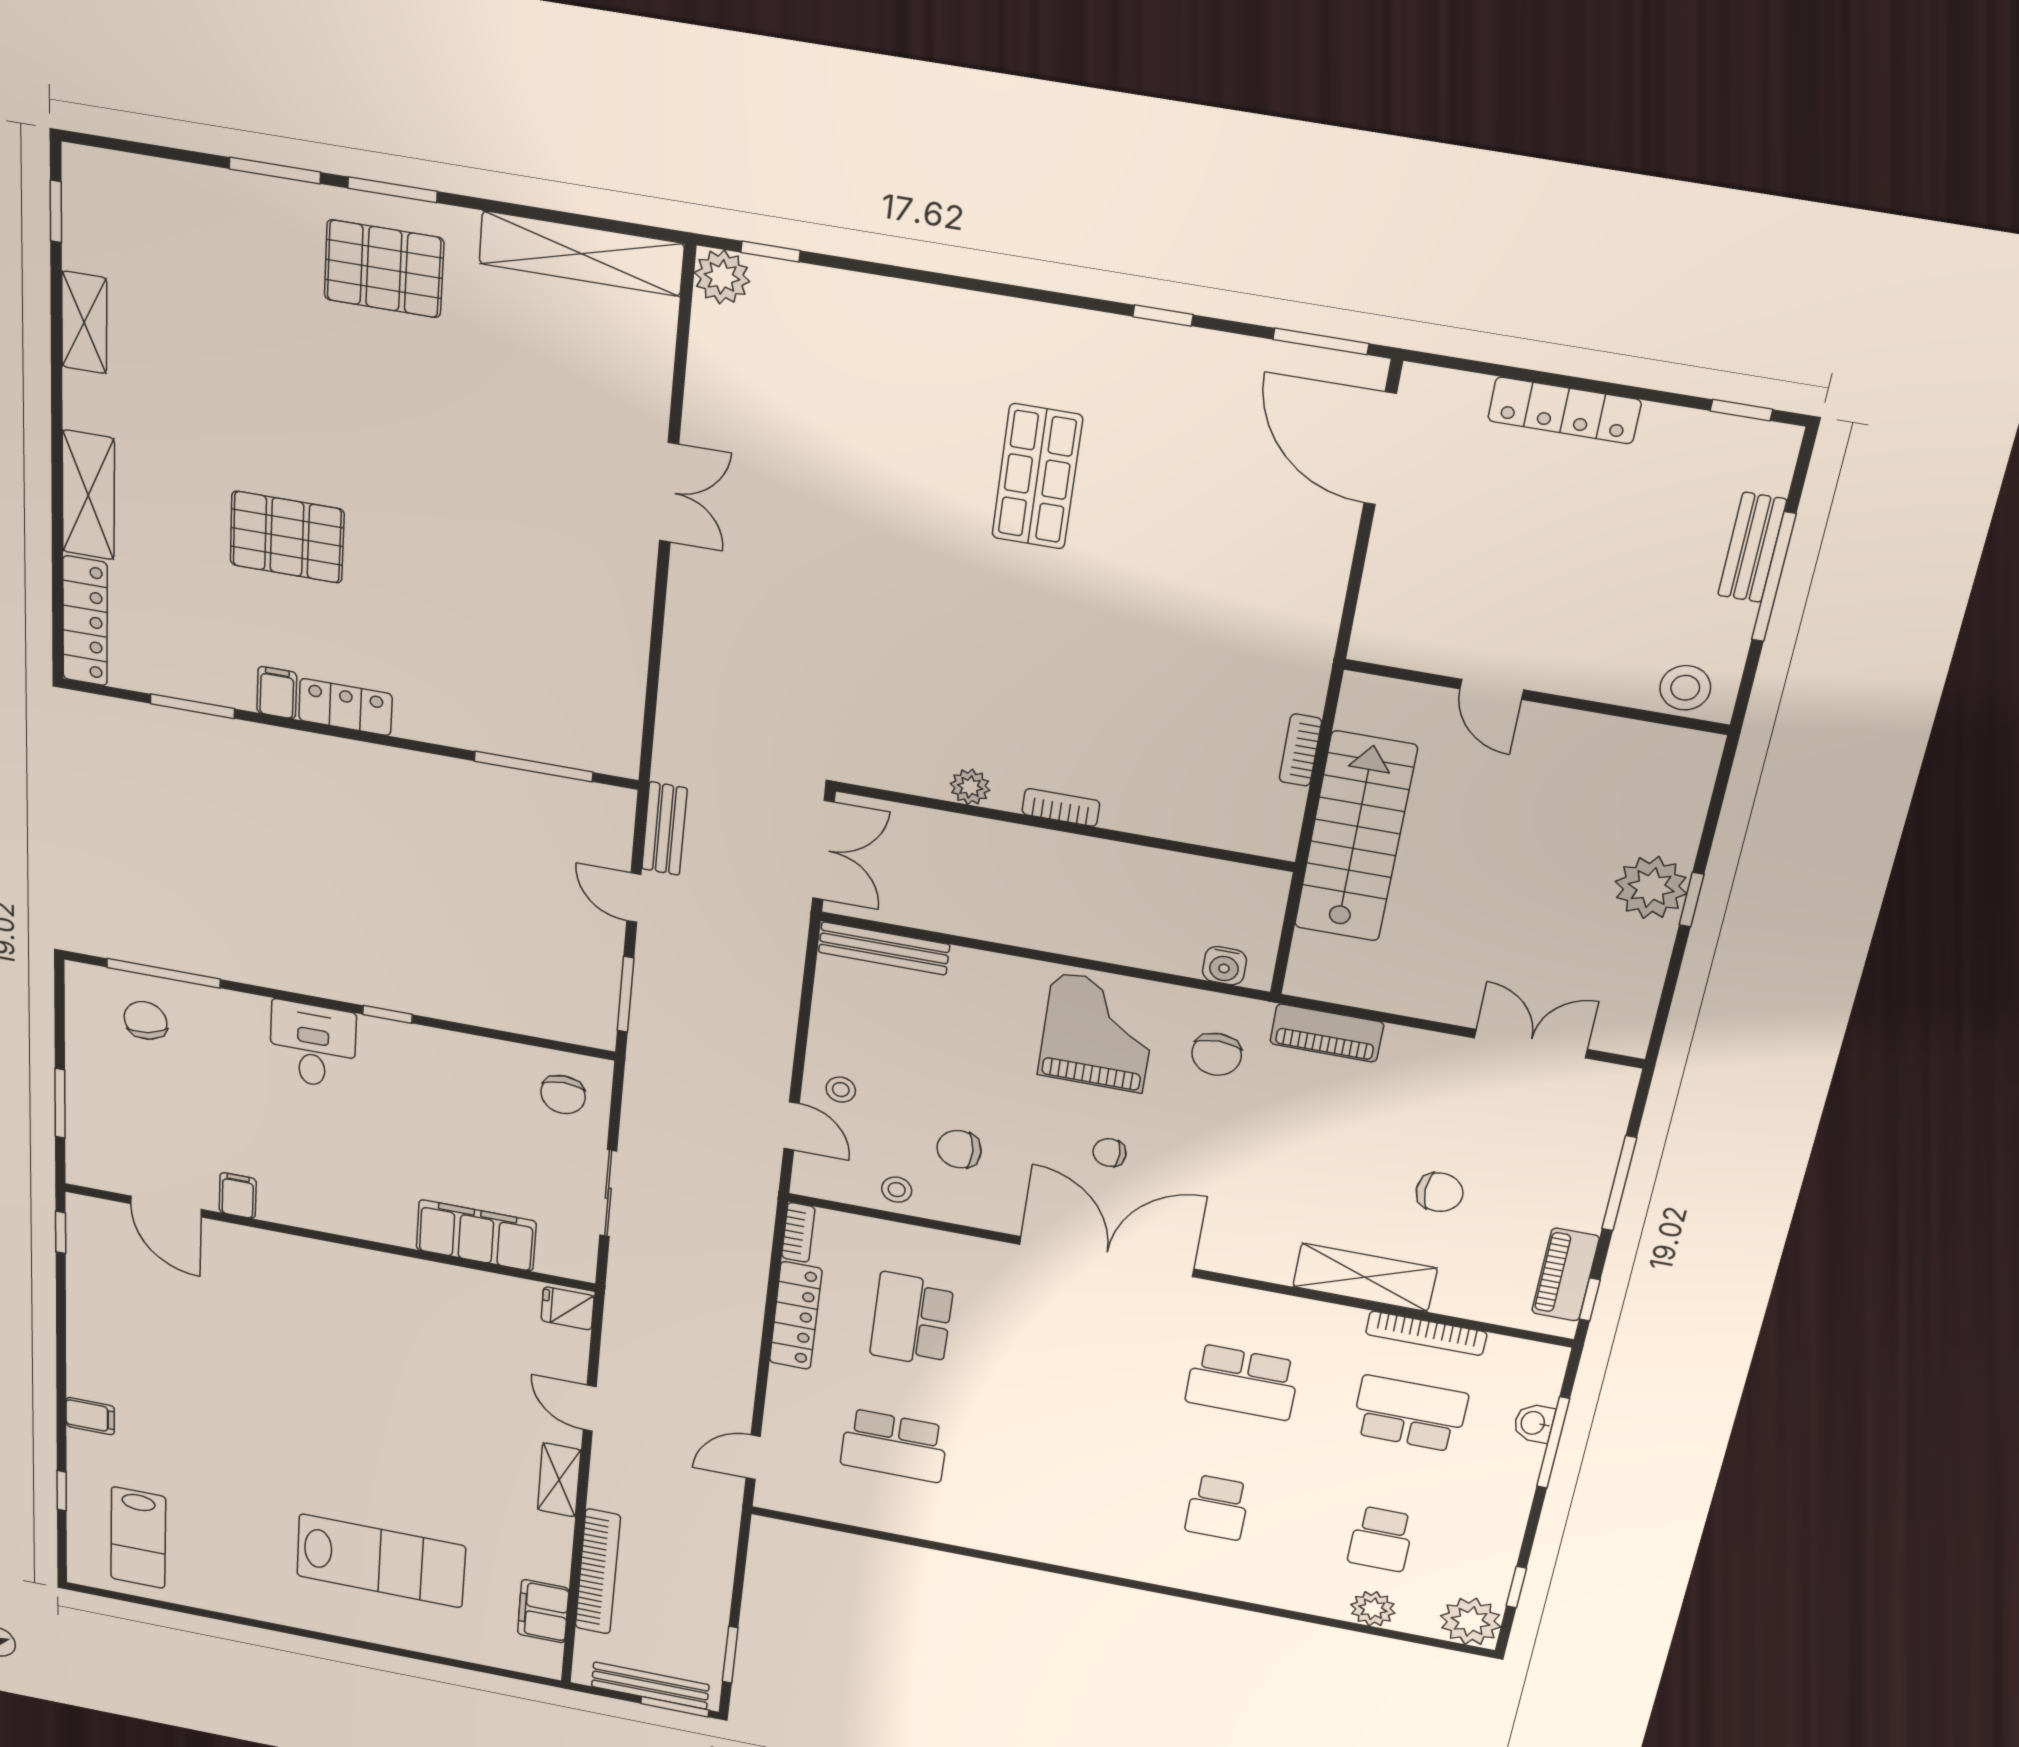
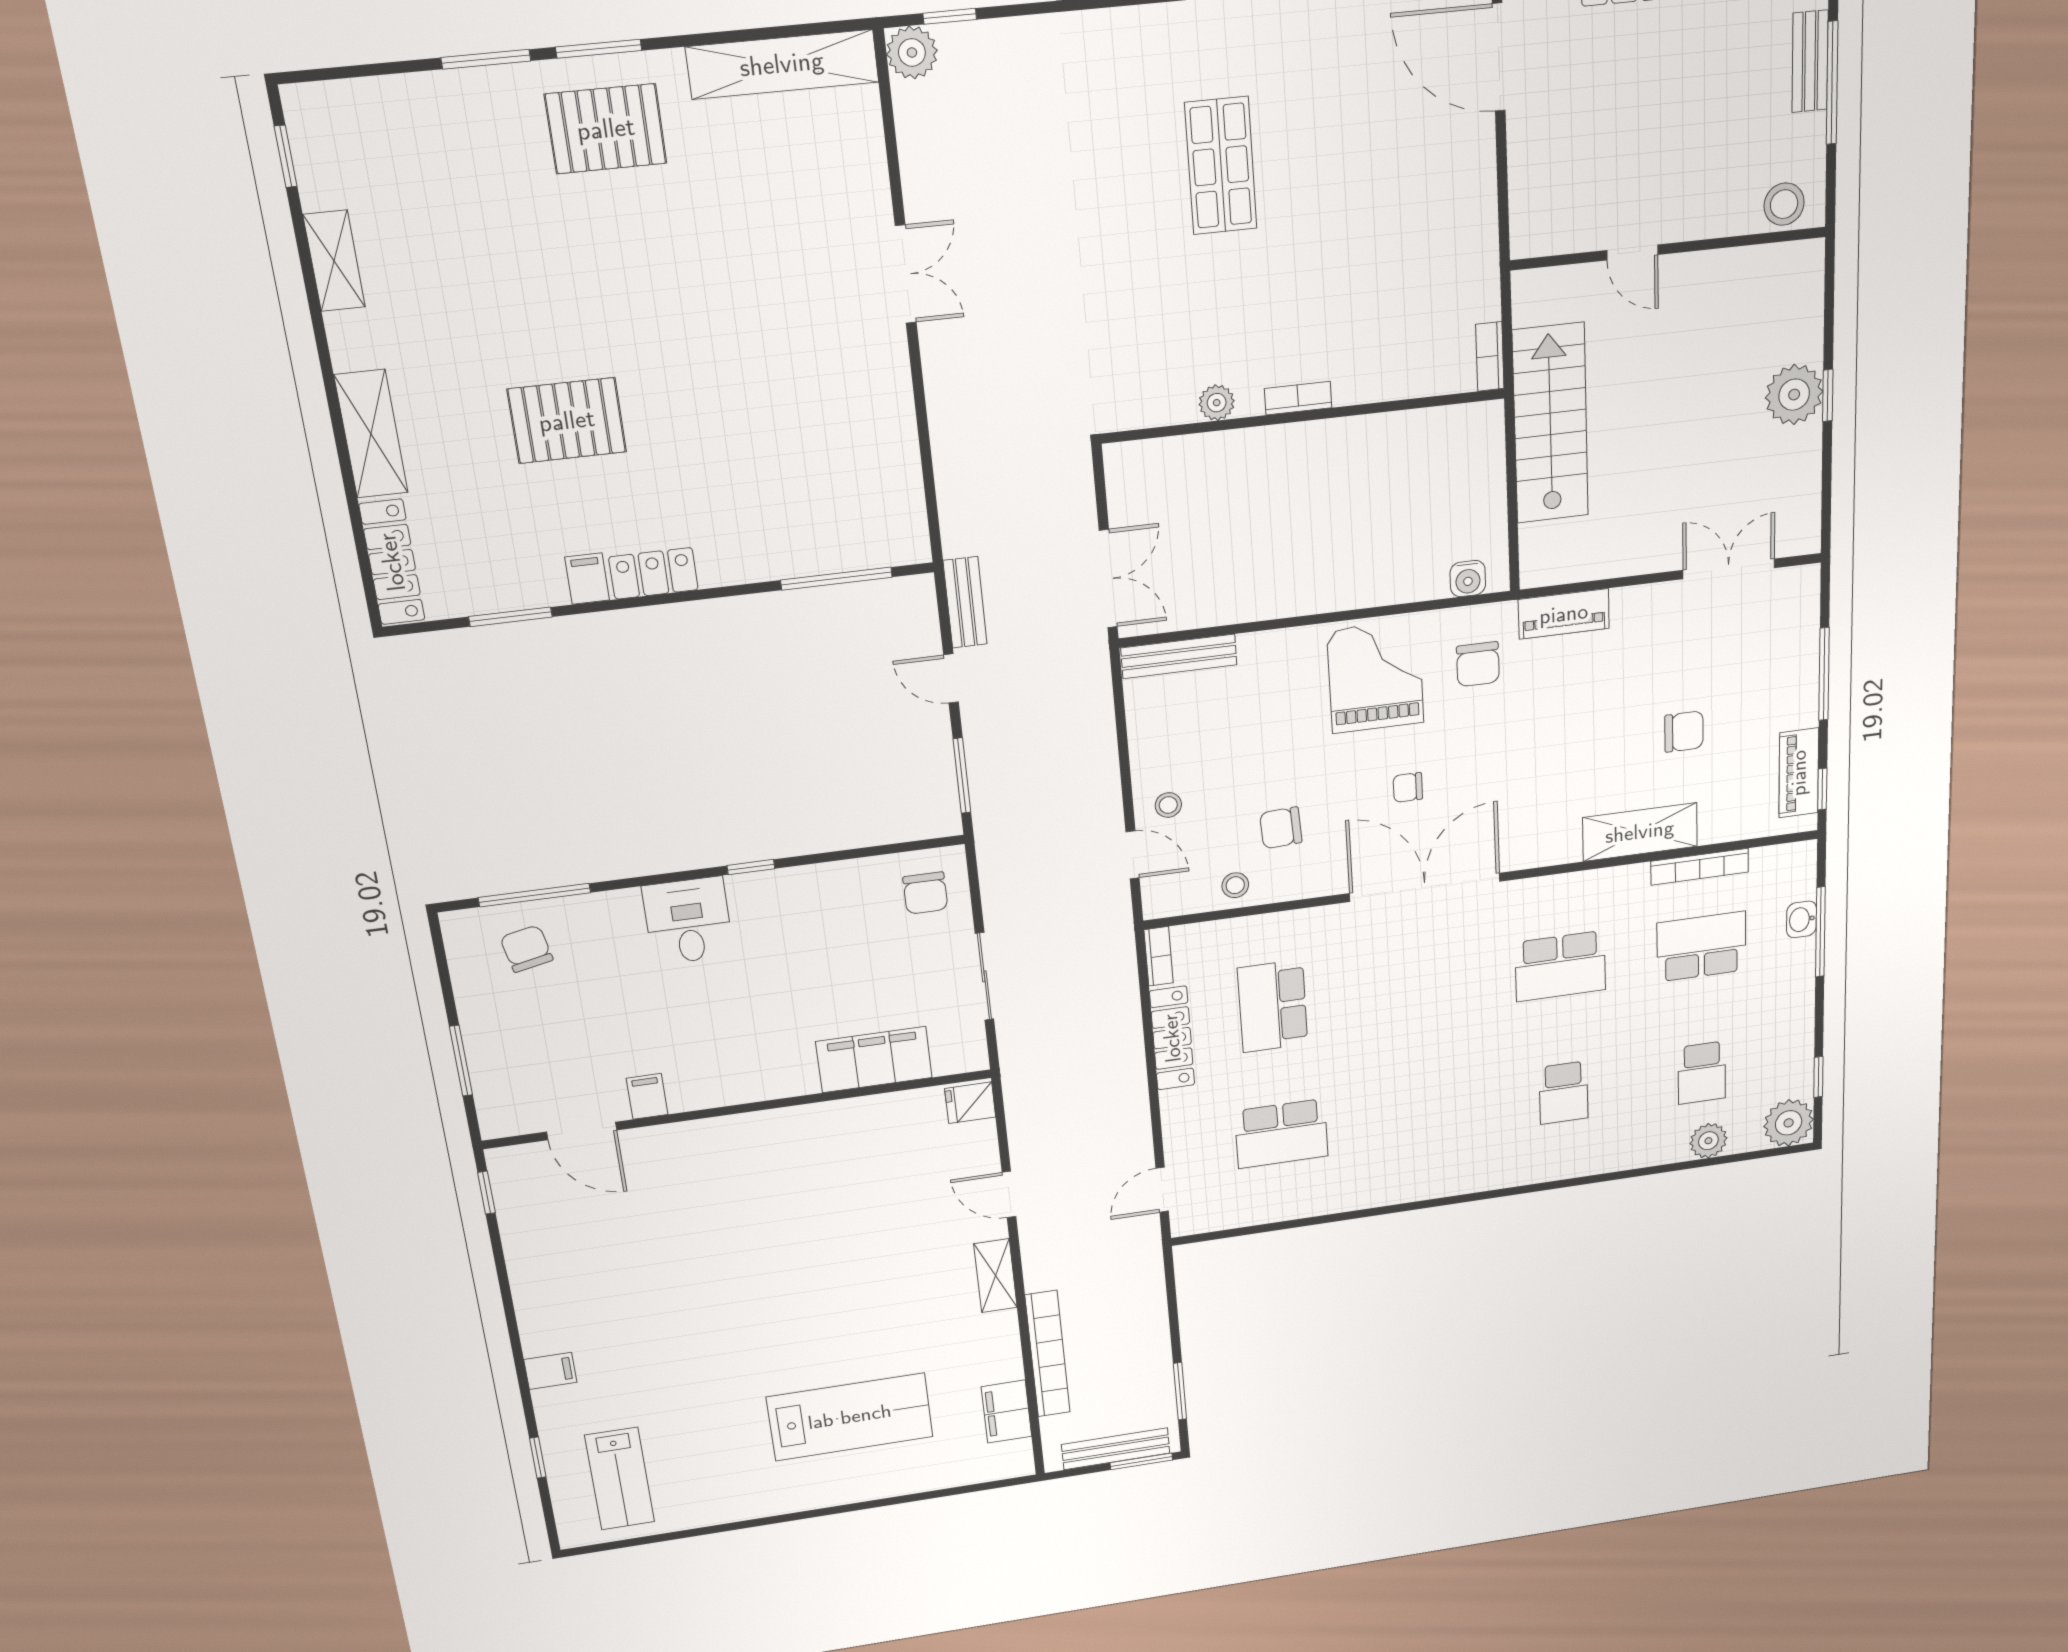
plant: (970, 787) -> (1217, 403), moved
bookcase: (1061, 807) -> (1298, 398), moved
wall: (1064, 827) -> (1304, 416), moved

